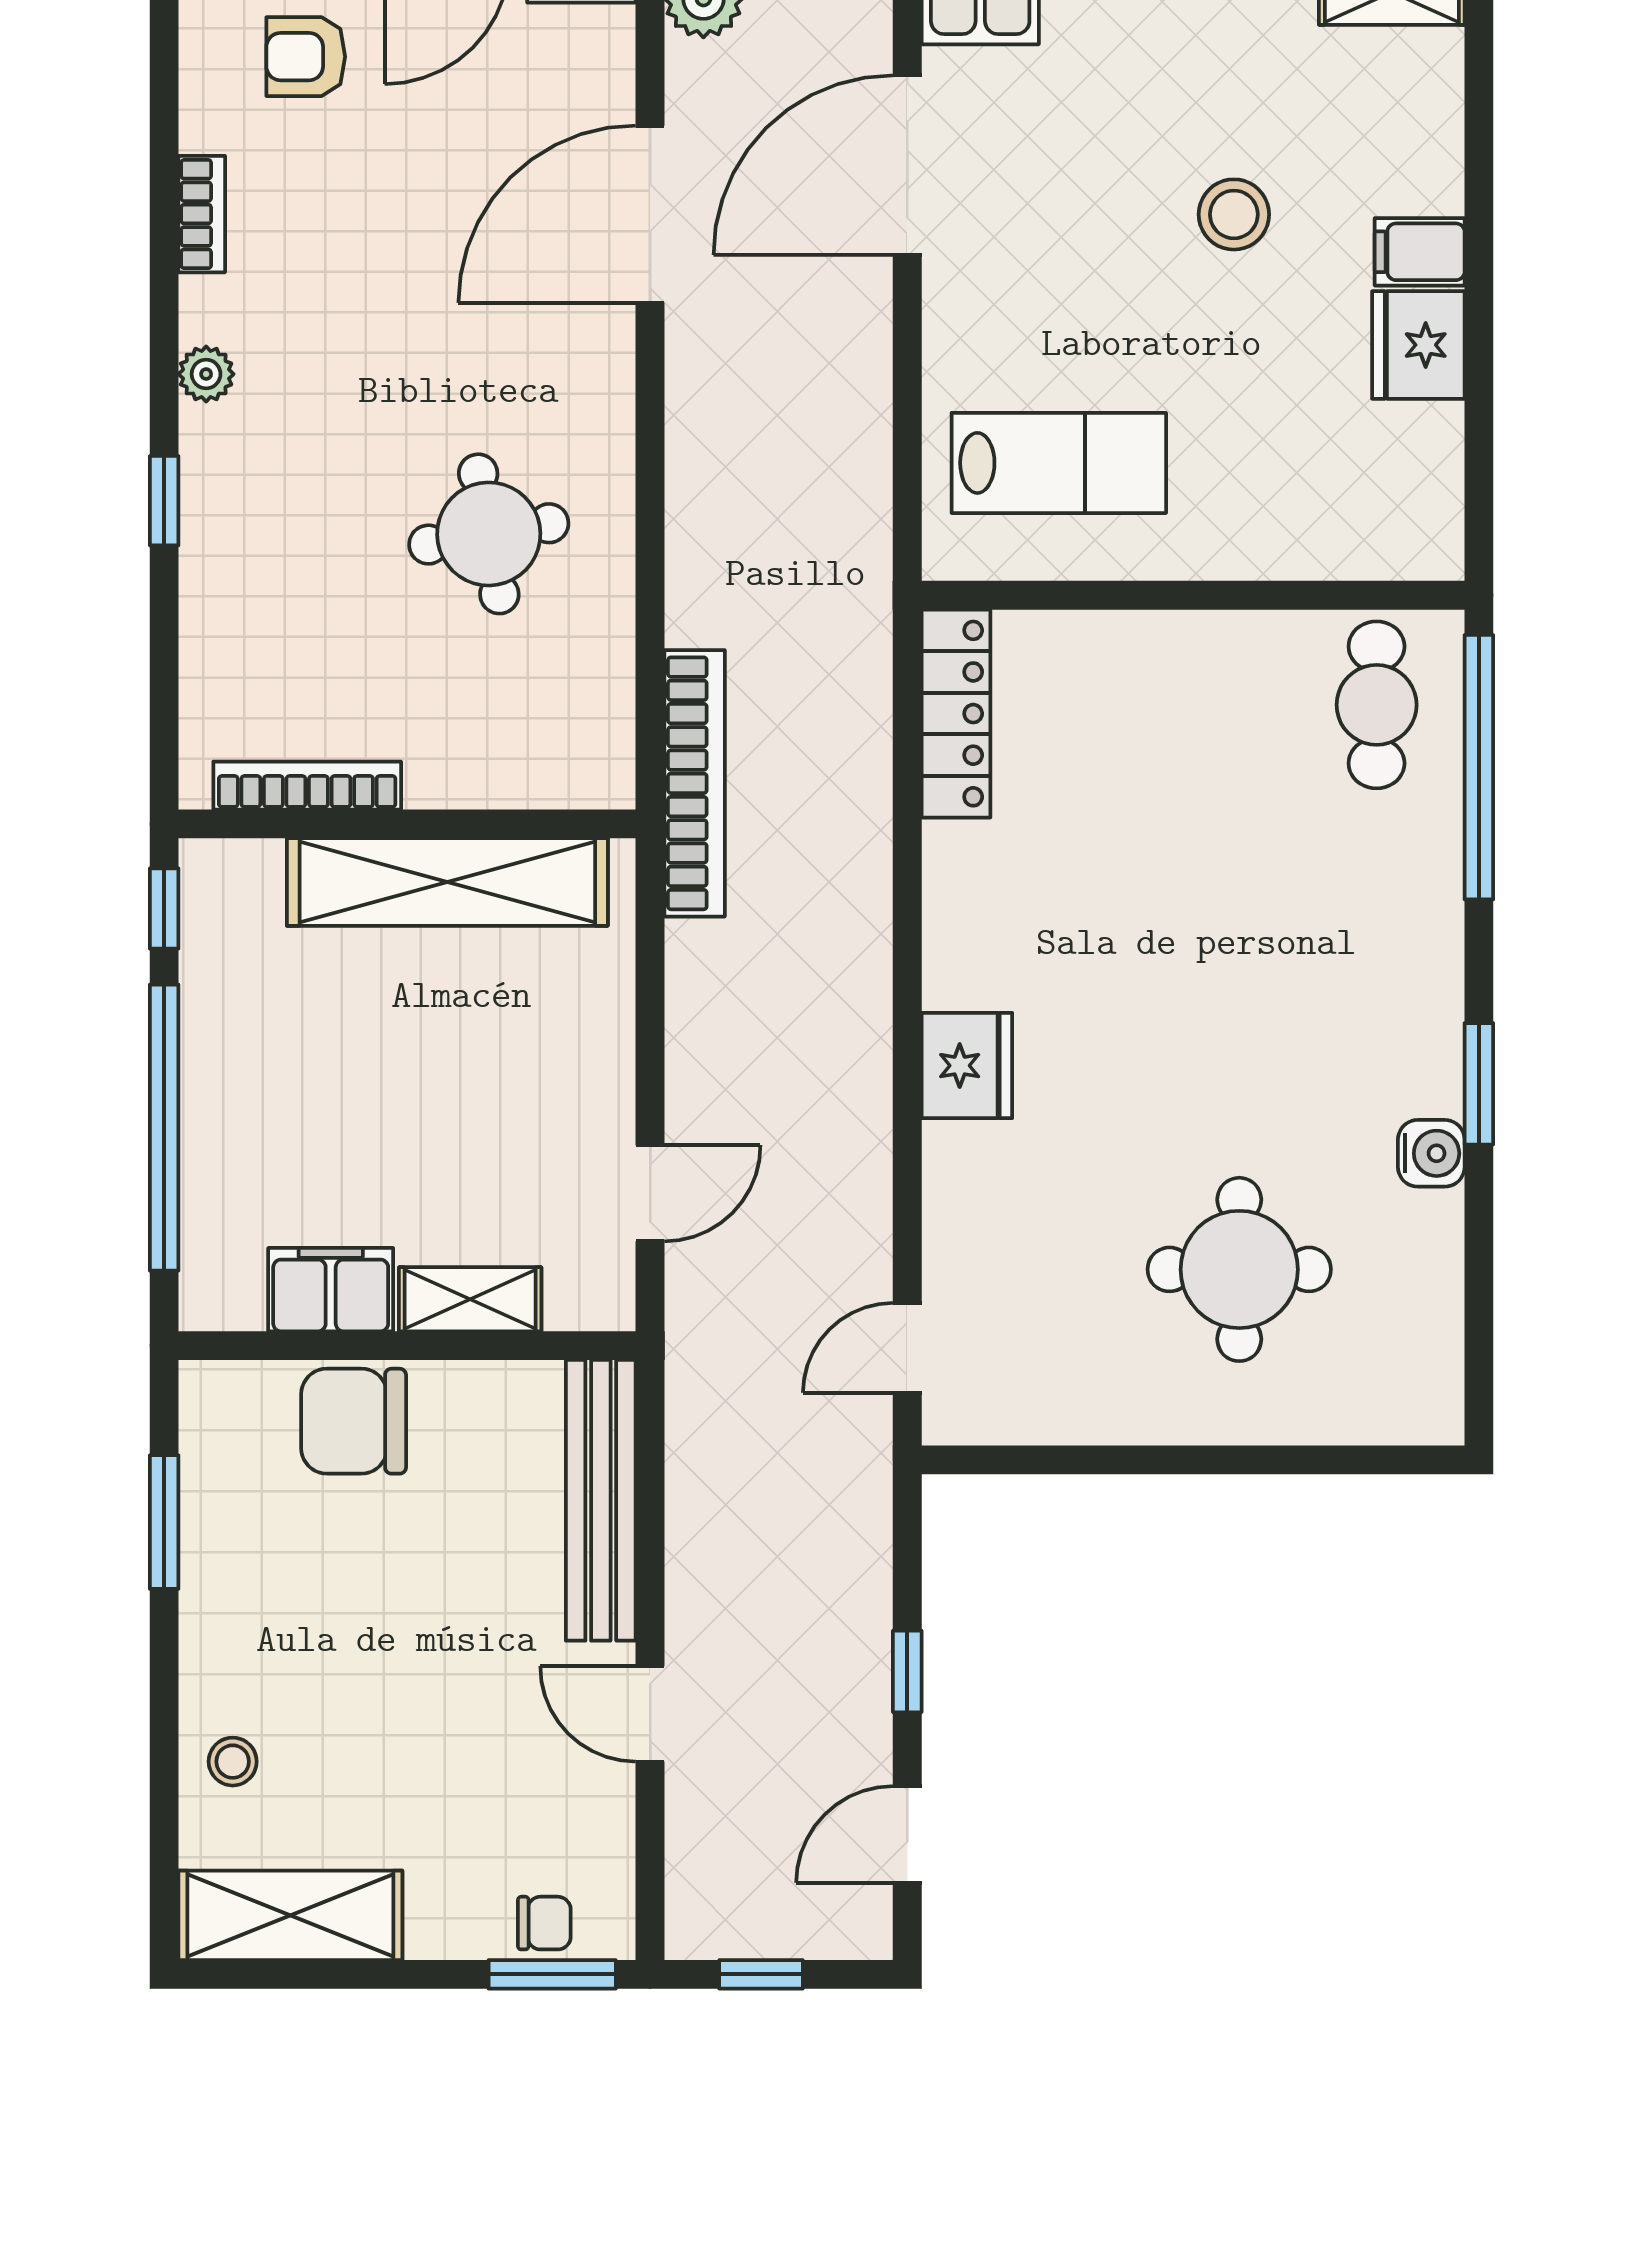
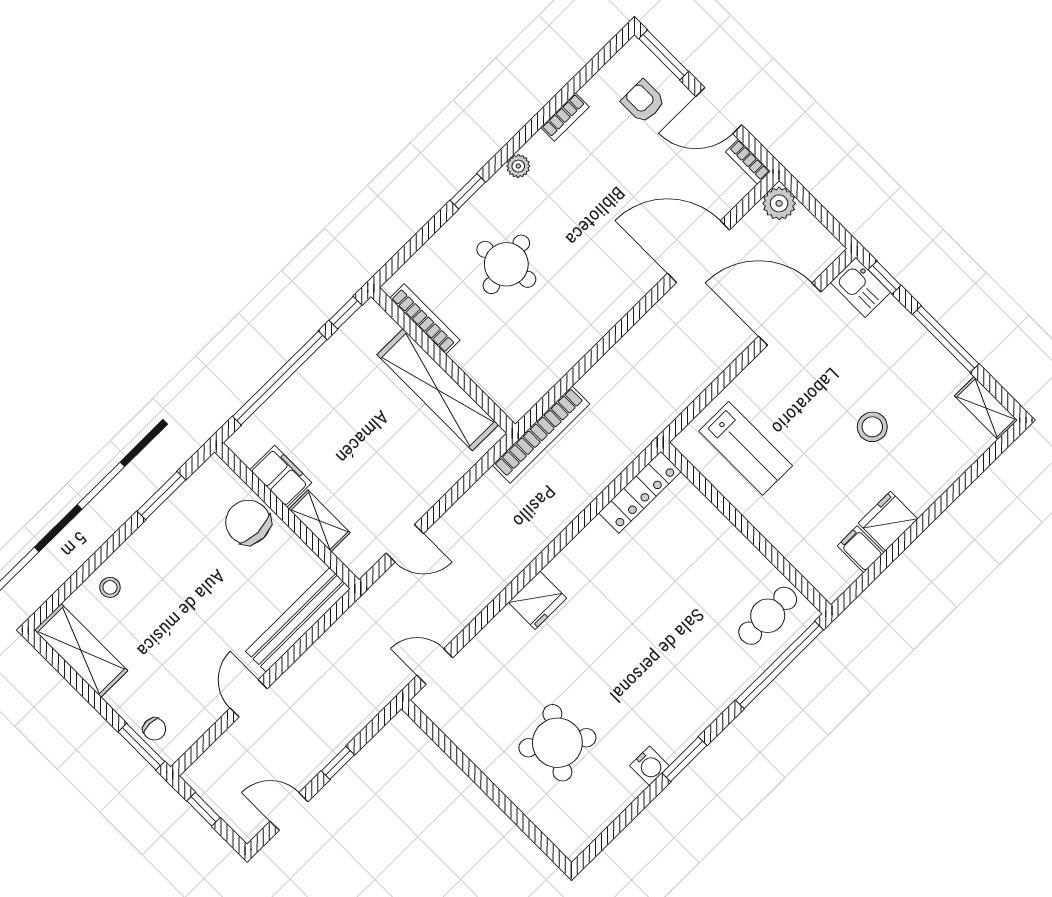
filing cabinet: (1420, 252) -> (861, 549), moved
round table: (489, 534) -> (506, 264), moved
round table: (1239, 1269) -> (557, 743), turned 35

